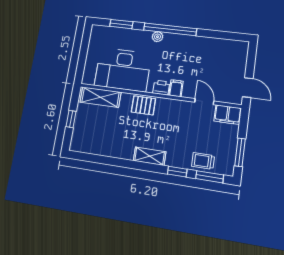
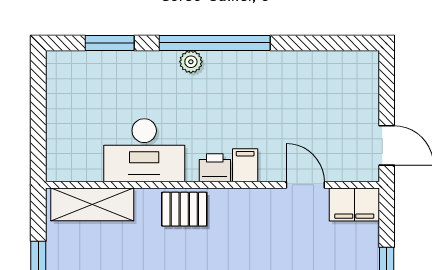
desk: (123, 70) -> (144, 150), width x0.73, depth x0.77

